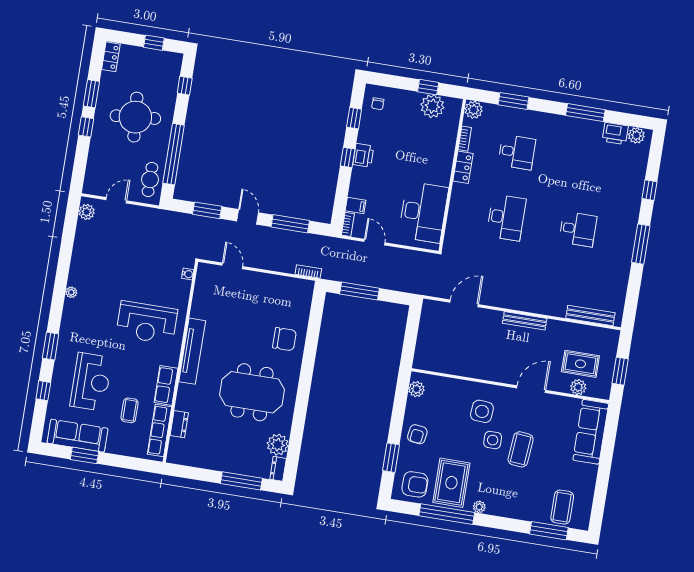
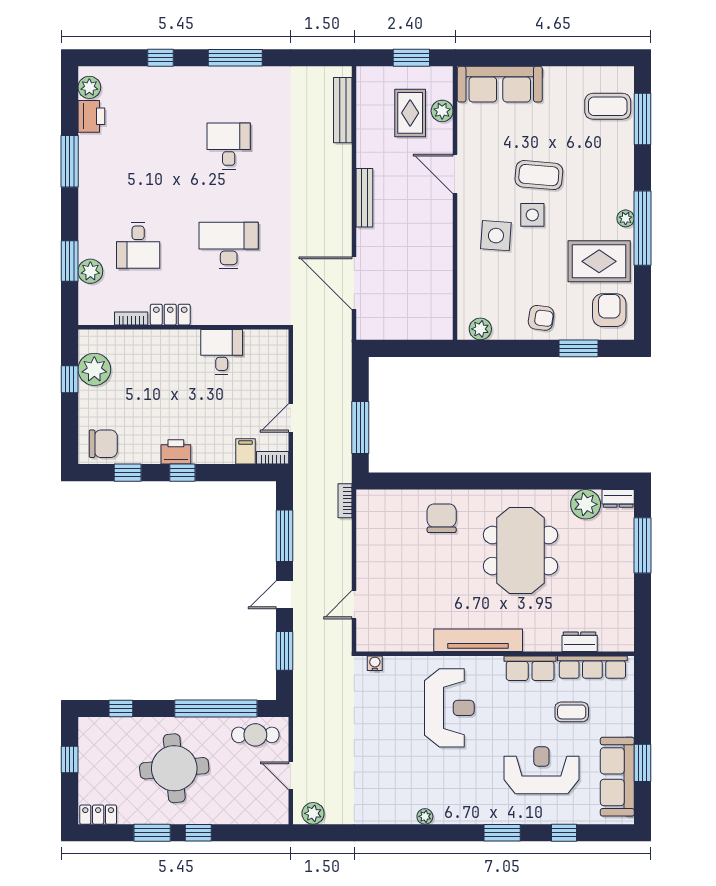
chair: (378, 104) -> (103, 444), width x1.87, depth x1.87
plant: (474, 110) -> (90, 271), moved
desk: (517, 152) -> (138, 245), turned 180
desk: (423, 212) -> (222, 352), width x0.53, depth x0.77
door: (464, 303) -> (354, 283), width x1.36
window: (447, 514) -> (643, 228), moved

